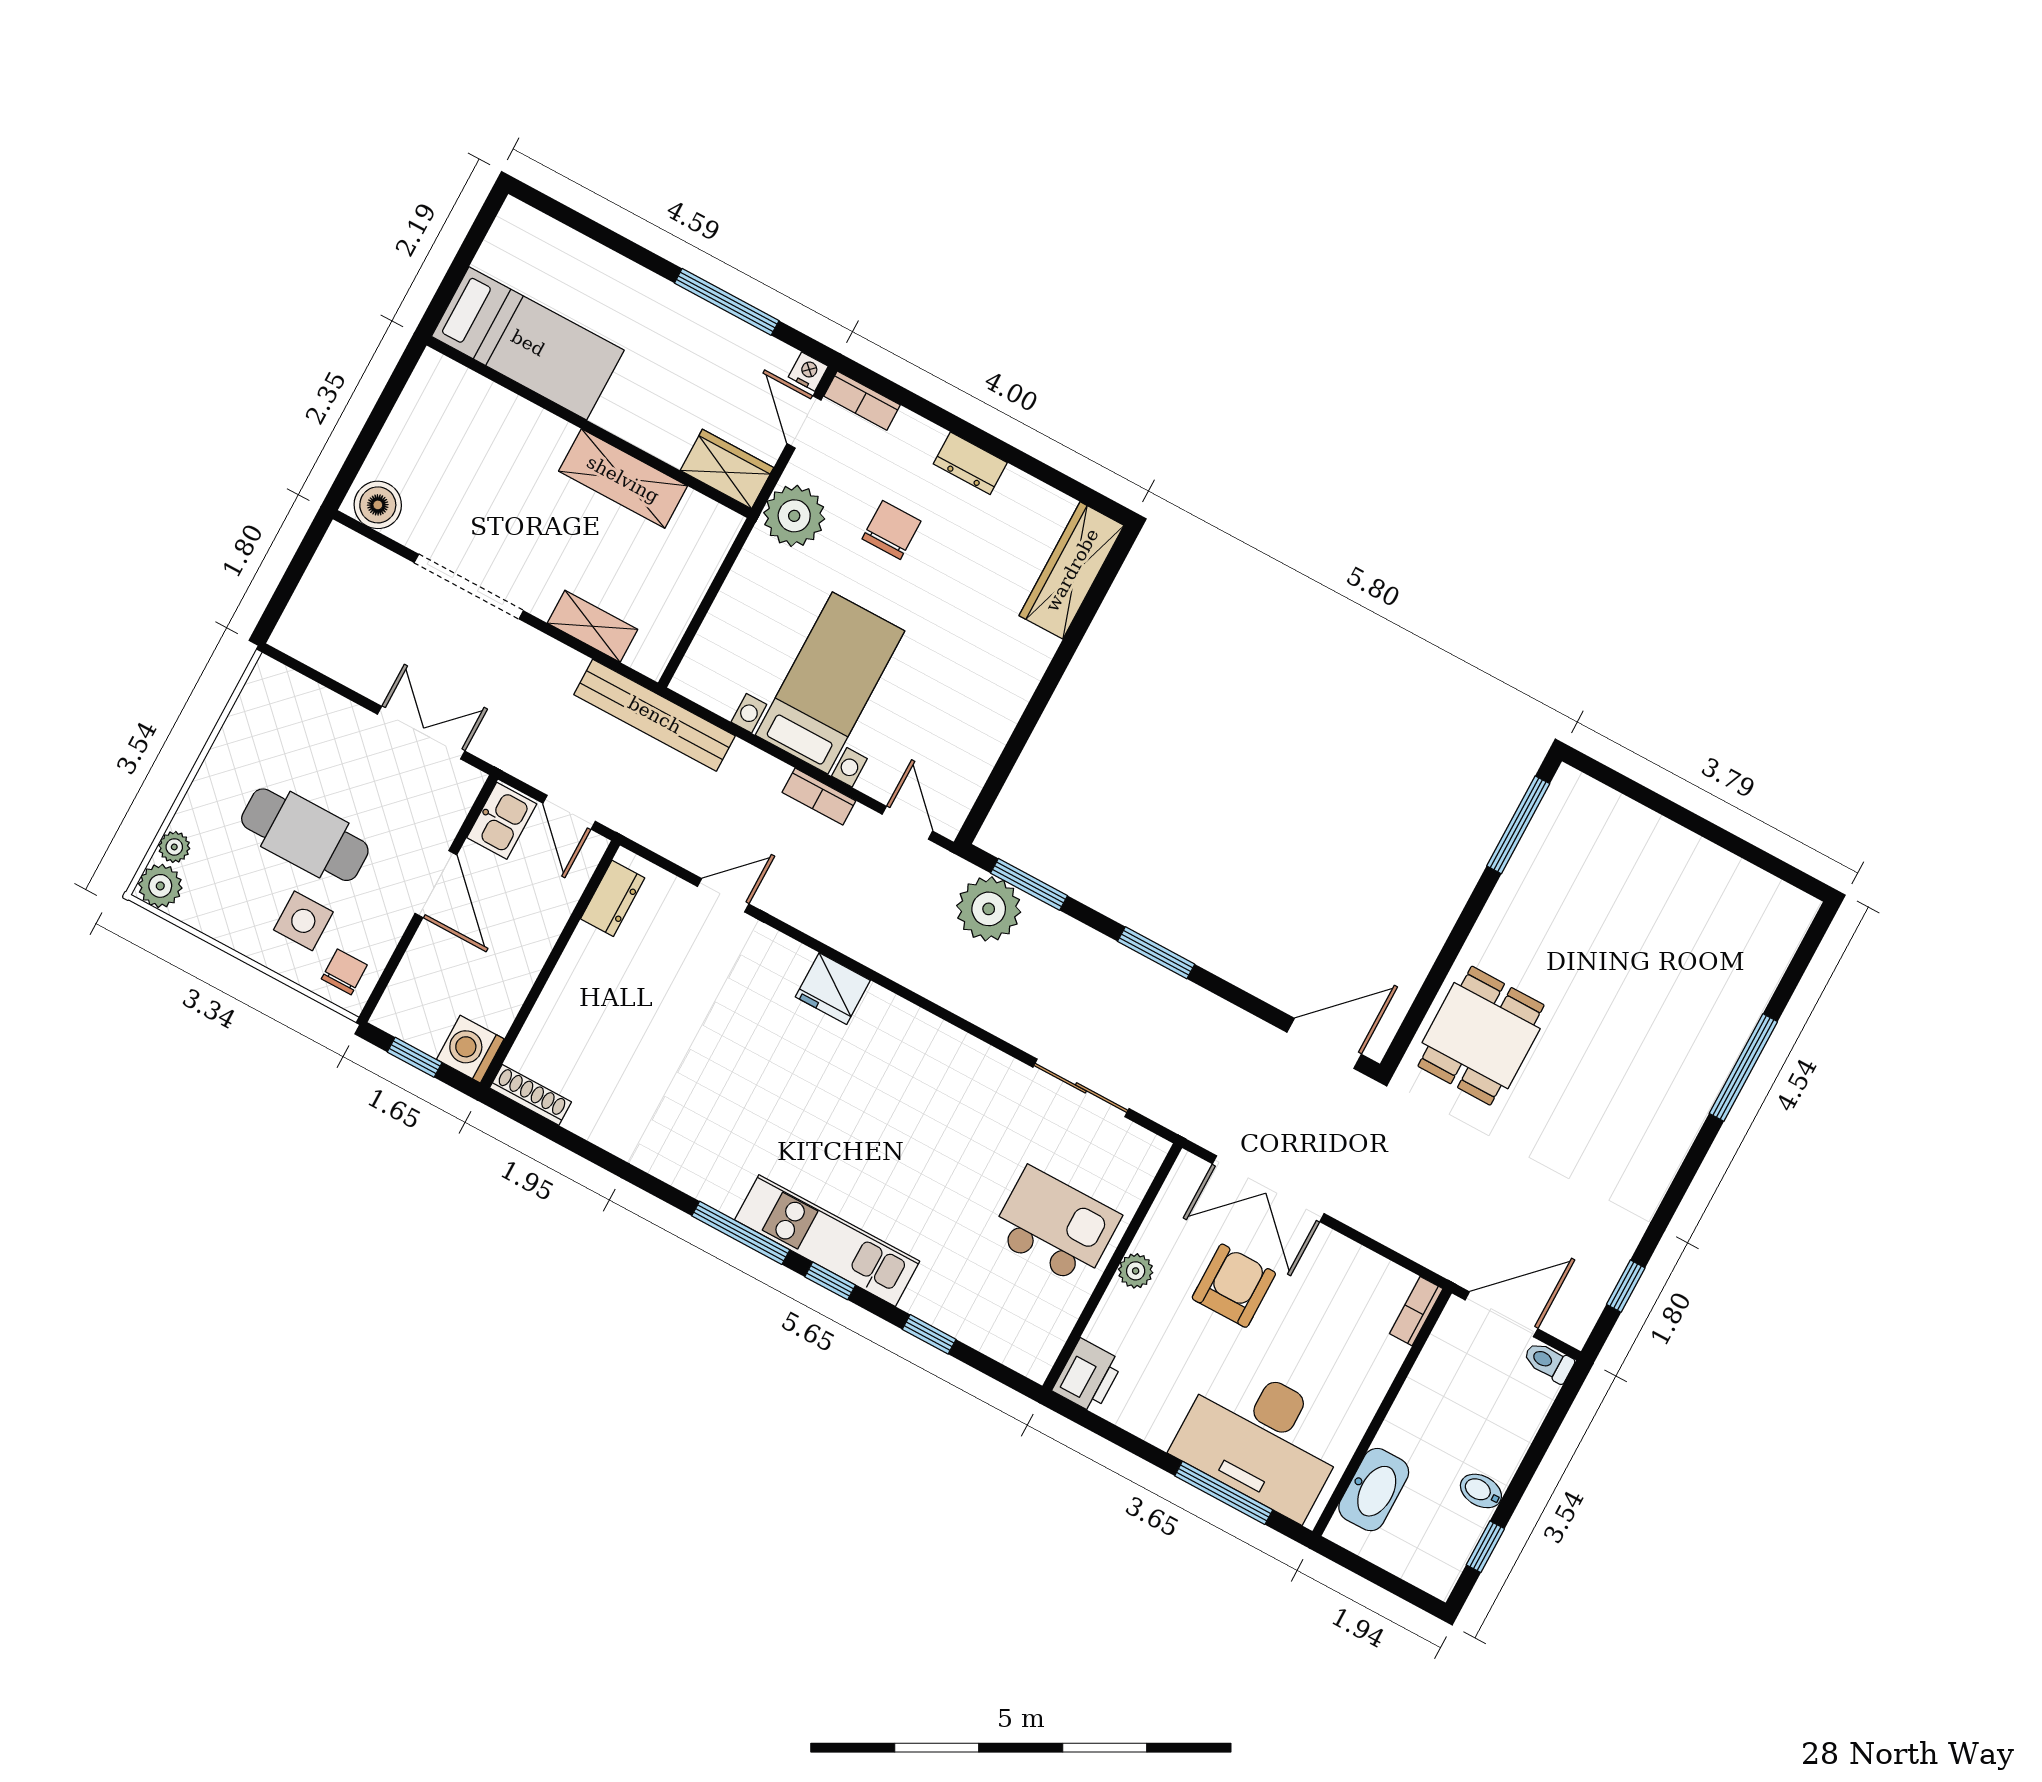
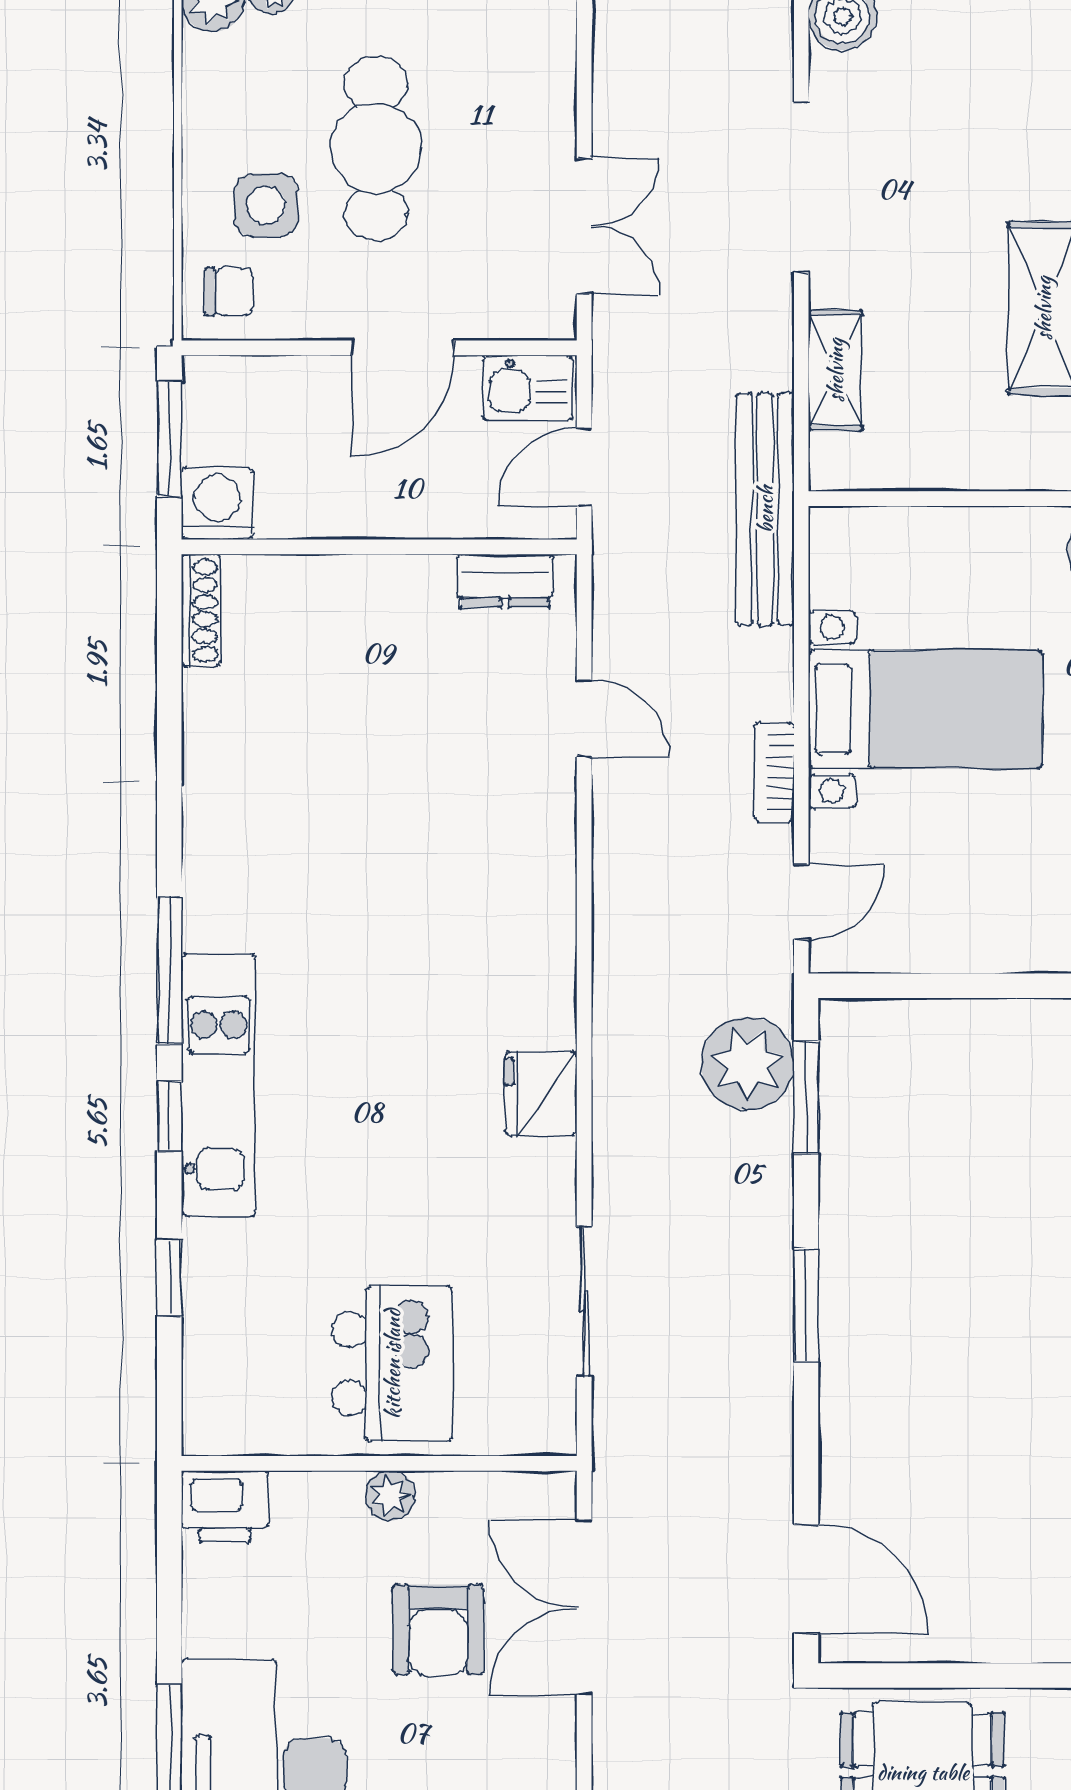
fridge: (833, 989) -> (541, 1094), moved
window: (415, 1057) -> (169, 439), width x1.50
armchair: (1234, 1286) -> (438, 1630), turned 90

